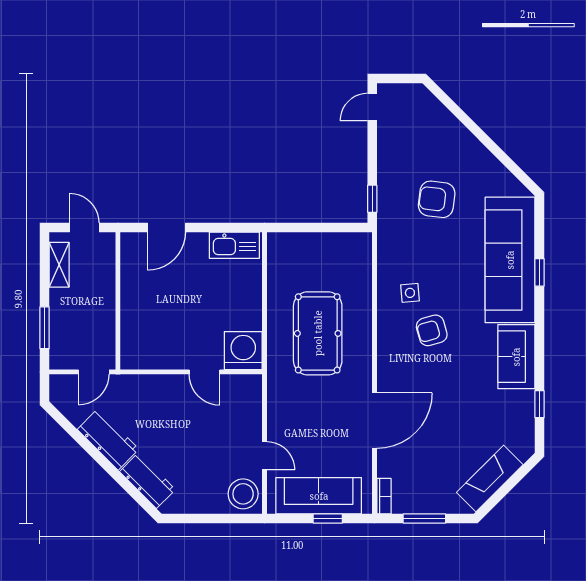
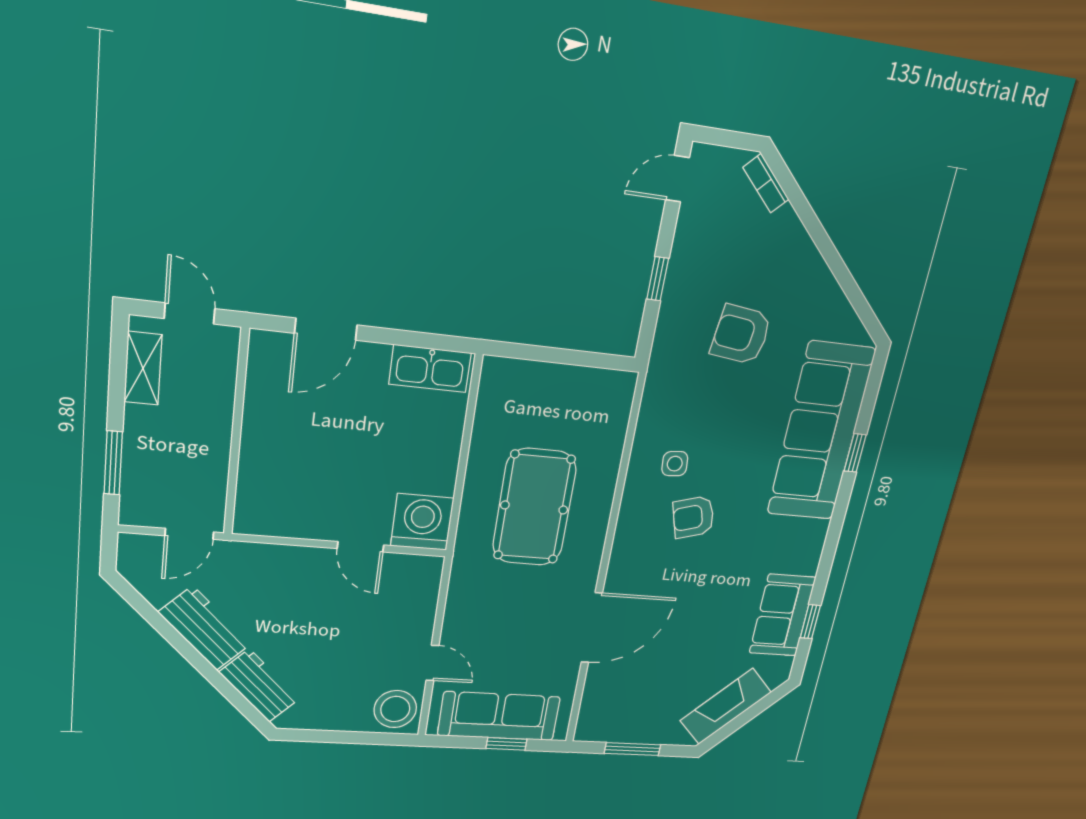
window: (372, 199) -> (658, 279), moved
sofa: (516, 357) -> (782, 615), moved
bookcase: (384, 496) -> (766, 183), moved, turned 135

